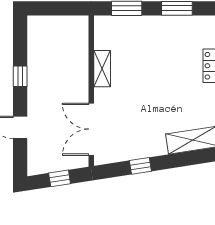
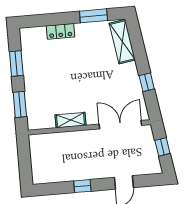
double door: (91, 129) -> (120, 125), swing flipped

